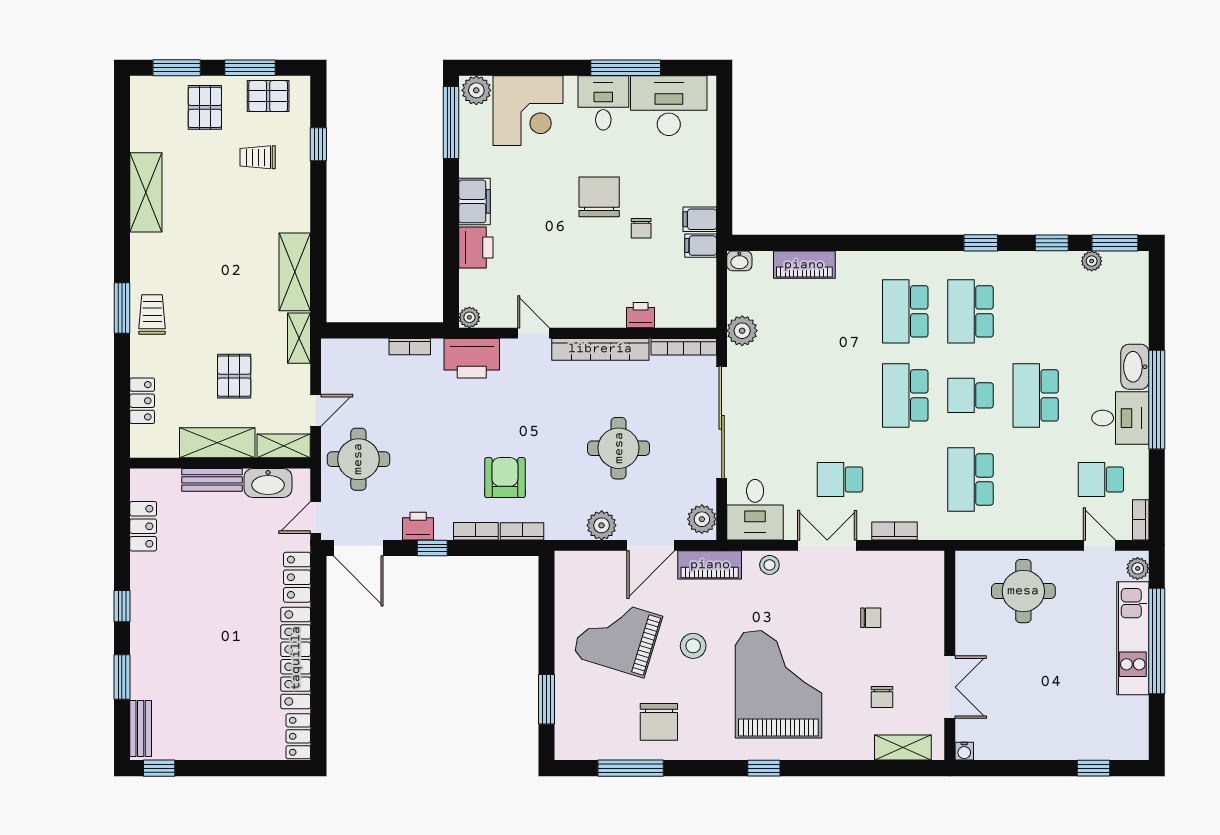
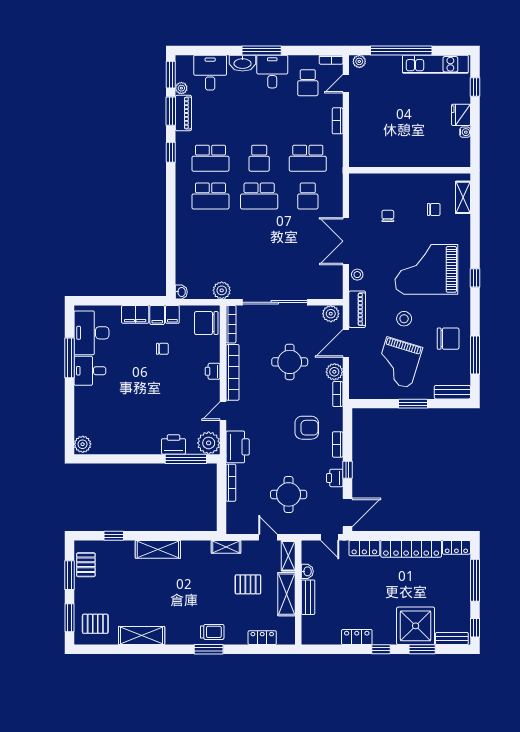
pallet: (205, 107) -> (95, 624), moved
corner desk: (528, 111) -> (94, 414), removed
window: (451, 122) -> (186, 459), moved
trolley: (258, 157) -> (121, 571), removed
chair: (599, 197) -> (206, 323), moved
filing cabinet: (475, 201) -> (135, 314), moved, turned 180
window: (1052, 243) -> (171, 111), width x1.50
piano: (804, 265) -> (183, 113), moved
shelving: (295, 272) -> (158, 549), moved
trolley: (152, 314) -> (212, 632), turned 180
printer: (641, 315) -> (213, 371), moved
plant: (469, 317) -> (209, 443), width x1.87, depth x1.87
bookcase: (410, 347) -> (231, 483), width x1.56
school desk: (1036, 395) -> (259, 120), removed
window: (1157, 400) -> (262, 50), width x0.68
round table: (358, 459) -> (289, 494), moved
armchair: (505, 478) -> (307, 428), turned 180
school desk: (840, 479) -> (308, 196), moved
washbasin: (268, 483) -> (307, 571), width x0.52, depth x0.69
desk: (755, 510) -> (210, 73), moved, turned -90
locker: (143, 526) -> (357, 637), moved
bookcase: (522, 531) -> (338, 394), moved
bookcase: (895, 531) -> (338, 121), moved
door: (651, 545) -> (346, 343), swing flipped
double door: (827, 545) -> (346, 241), width x1.37
round table: (1023, 591) -> (372, 128), removed
kitchen unit: (1133, 638) -> (435, 64), moved
shower: (163, 666) -> (416, 626), added
double door: (950, 687) -> (428, 170), removed
window: (546, 699) -> (413, 404), moved
bench: (566, 729) -> (452, 392), added
fridge: (1045, 744) -> (461, 115), added
water cooler: (964, 751) -> (465, 132), moved
window: (241, 768) -> (475, 580), added

